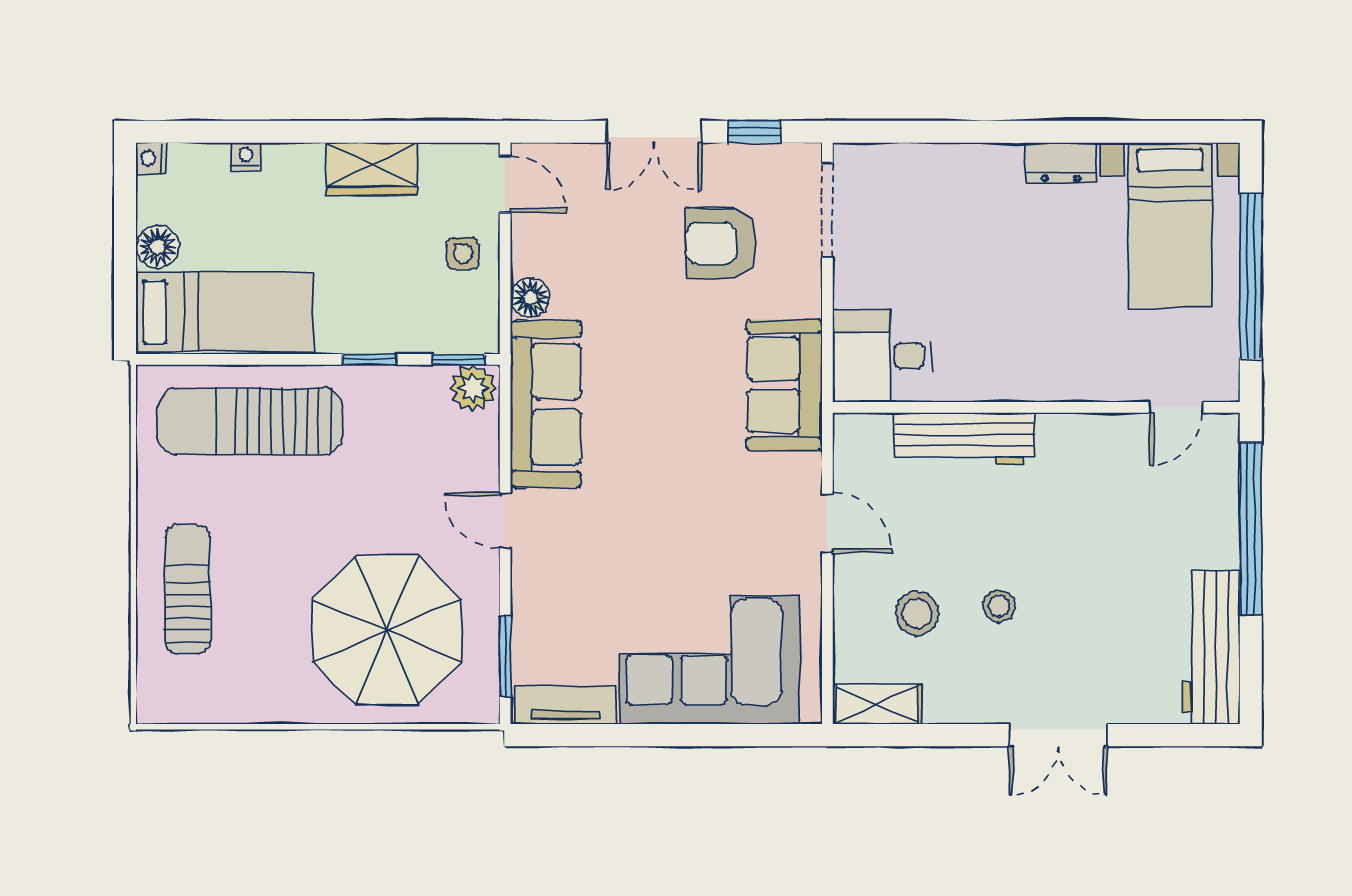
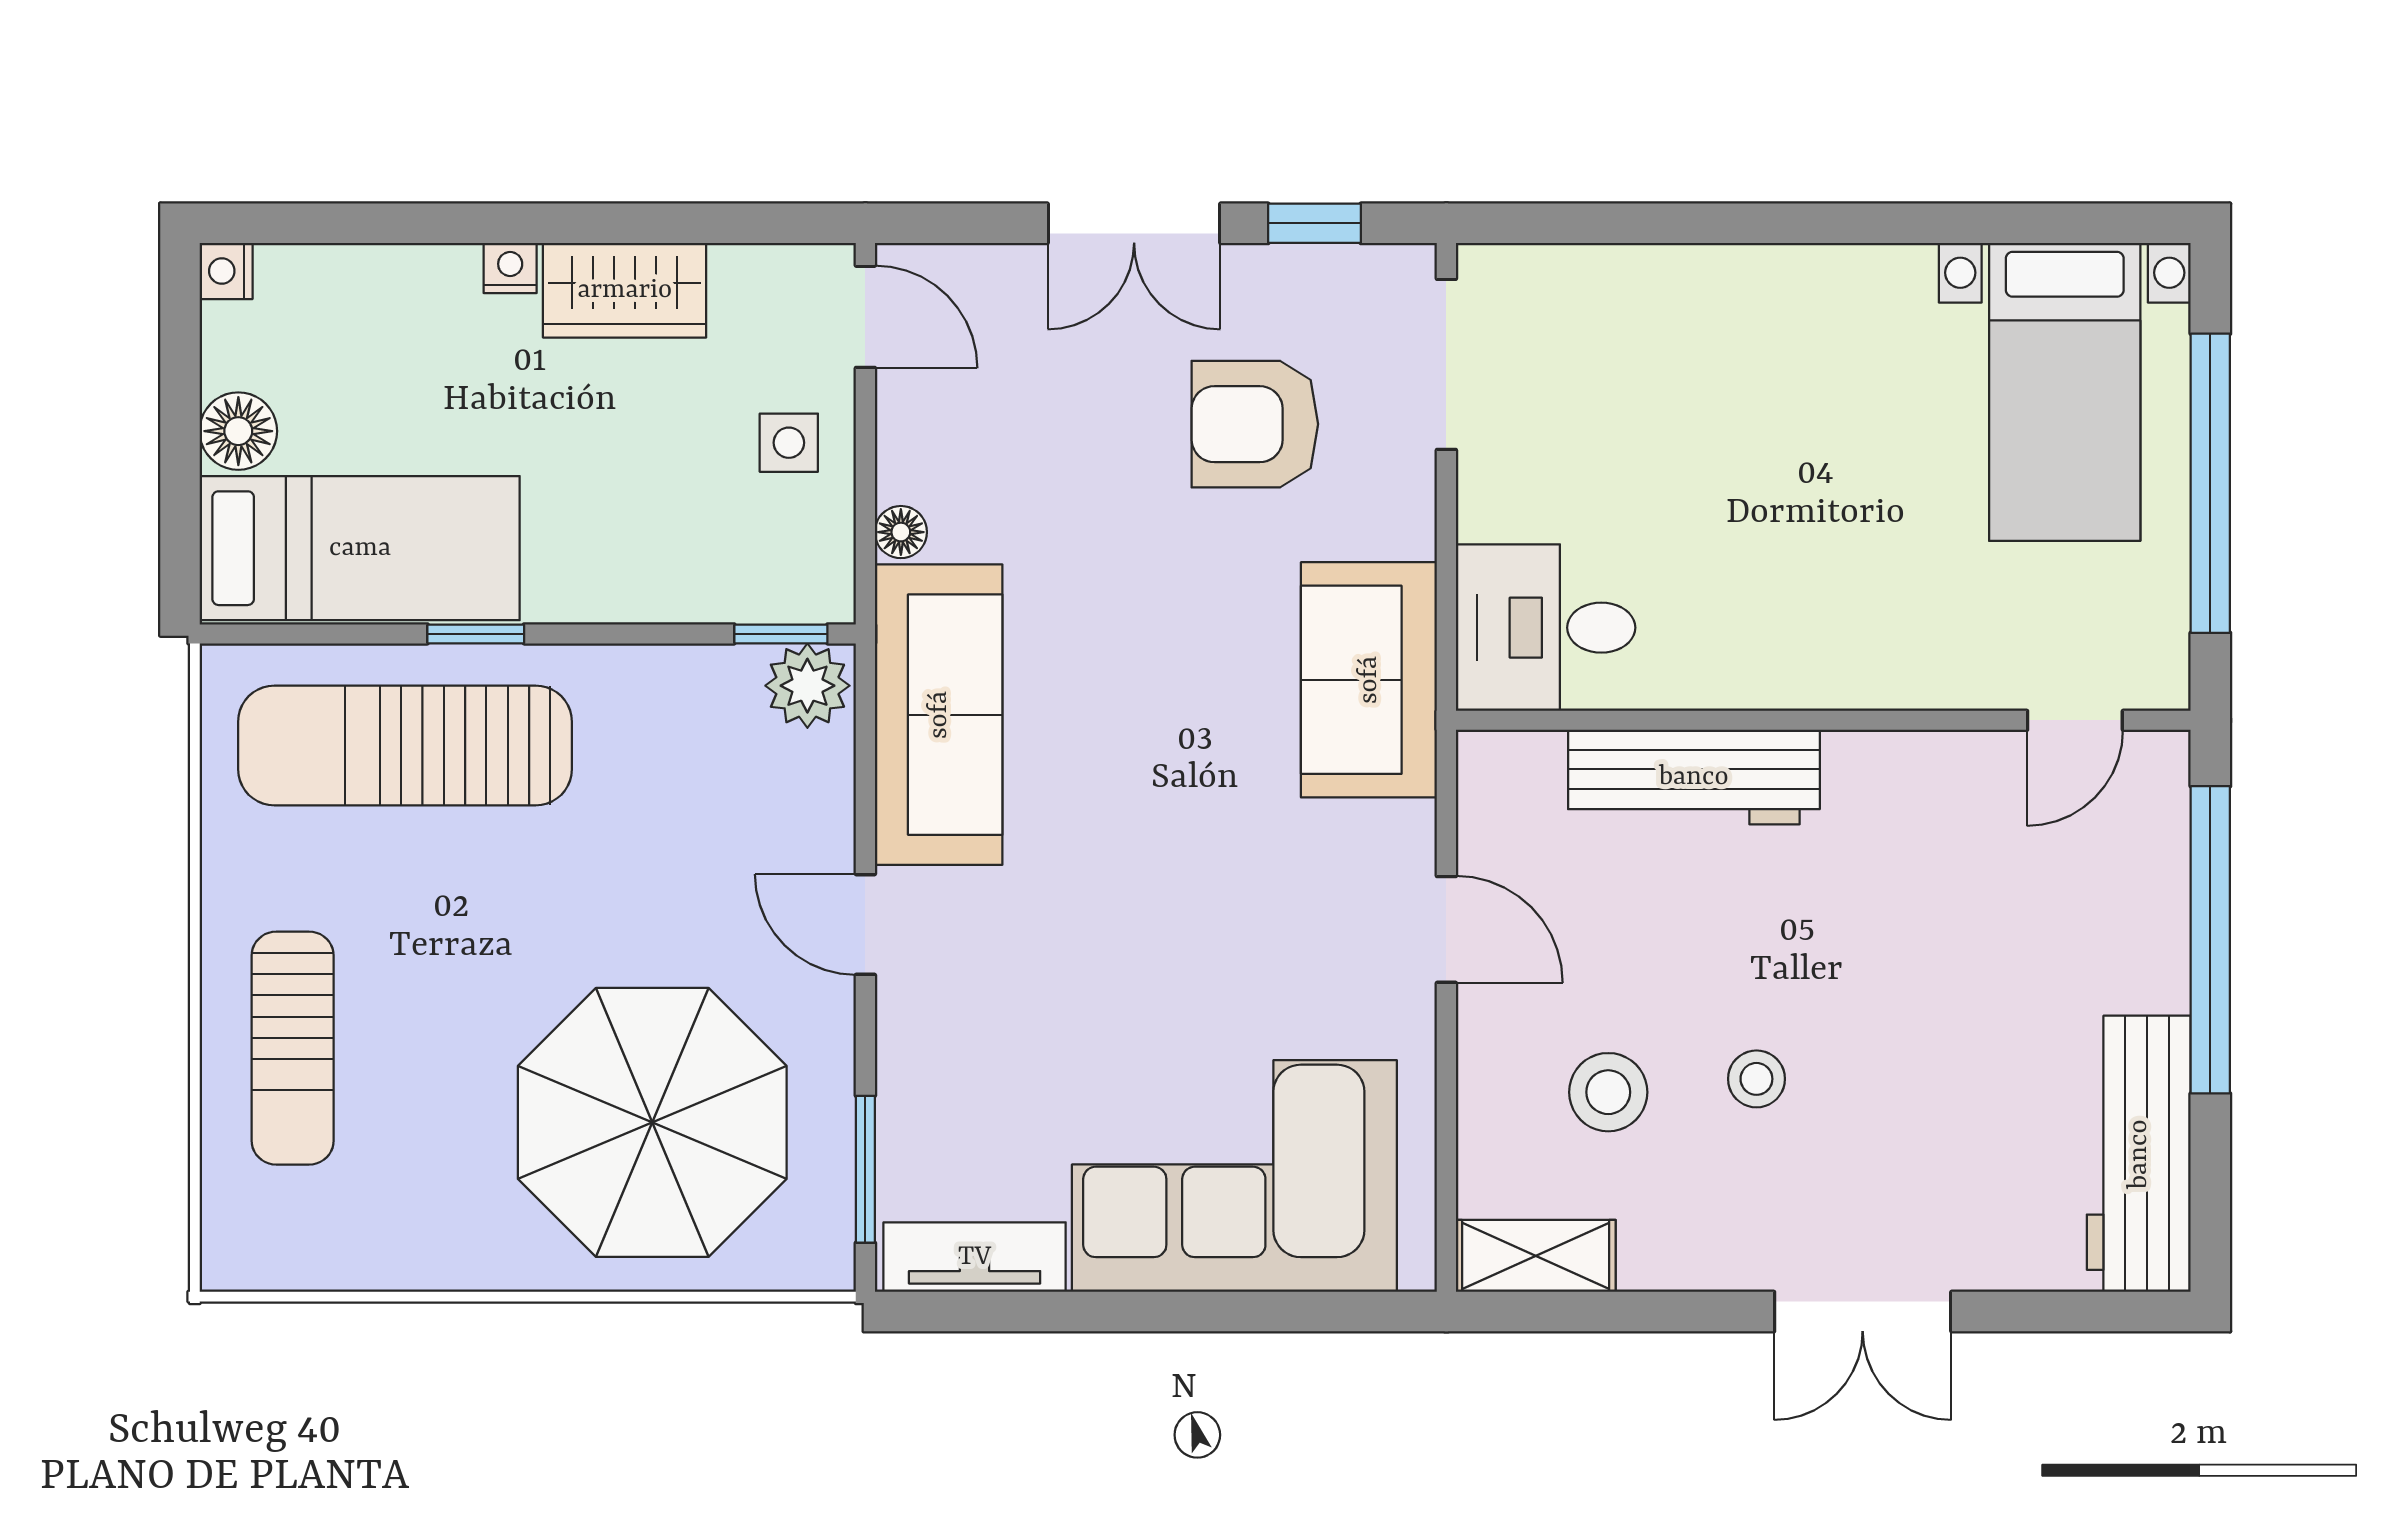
nightstand: (246, 157) -> (510, 268), moved
dresser: (1061, 163) -> (1868, 279), removed
floor lamp: (530, 298) -> (901, 532), width x0.73, depth x0.73
window: (369, 359) -> (476, 634), moved
sun lounger: (188, 589) -> (293, 1048), turned 180

